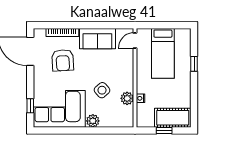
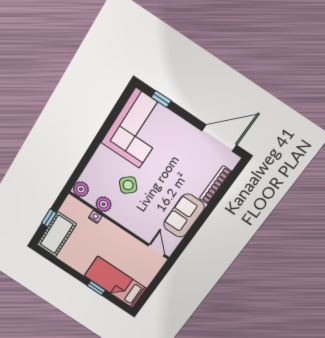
bed: (163, 53) -> (115, 282), moved
armchair: (63, 60) -> (186, 166), removed
plant: (93, 121) -> (81, 189), moved

